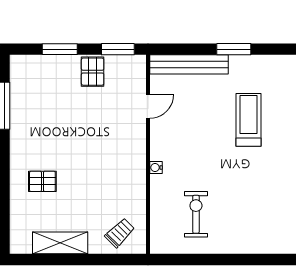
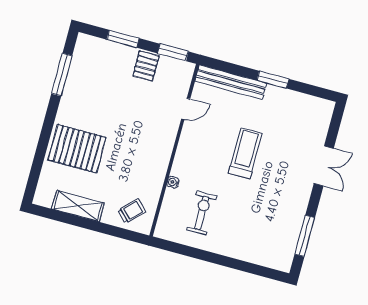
treadmill: (248, 120) -> (245, 153), moved
water cooler: (156, 167) -> (173, 182), moved
pallet: (42, 181) -> (77, 149), width x2.05, depth x2.00

